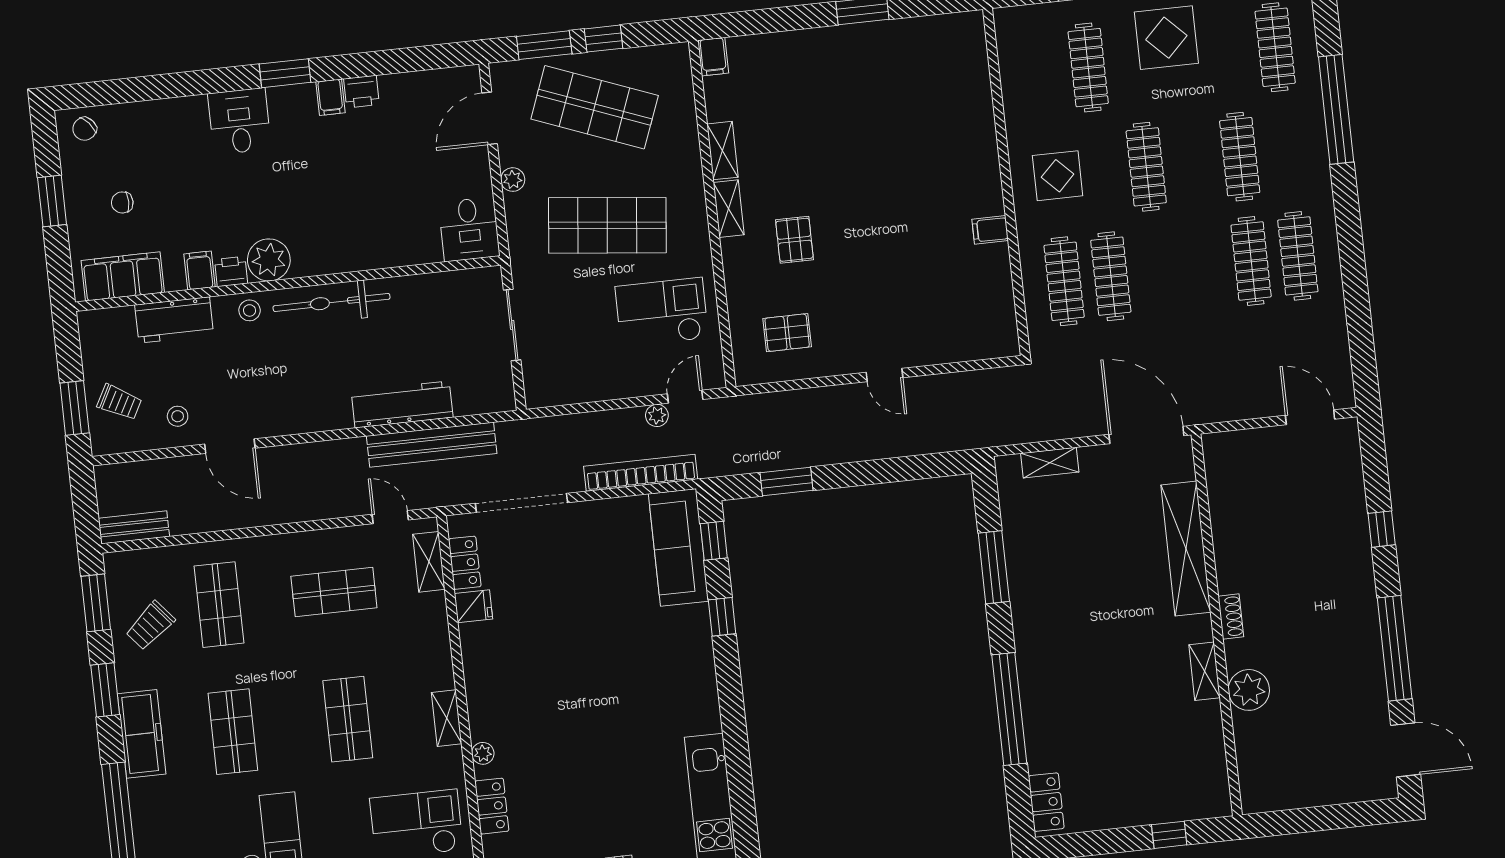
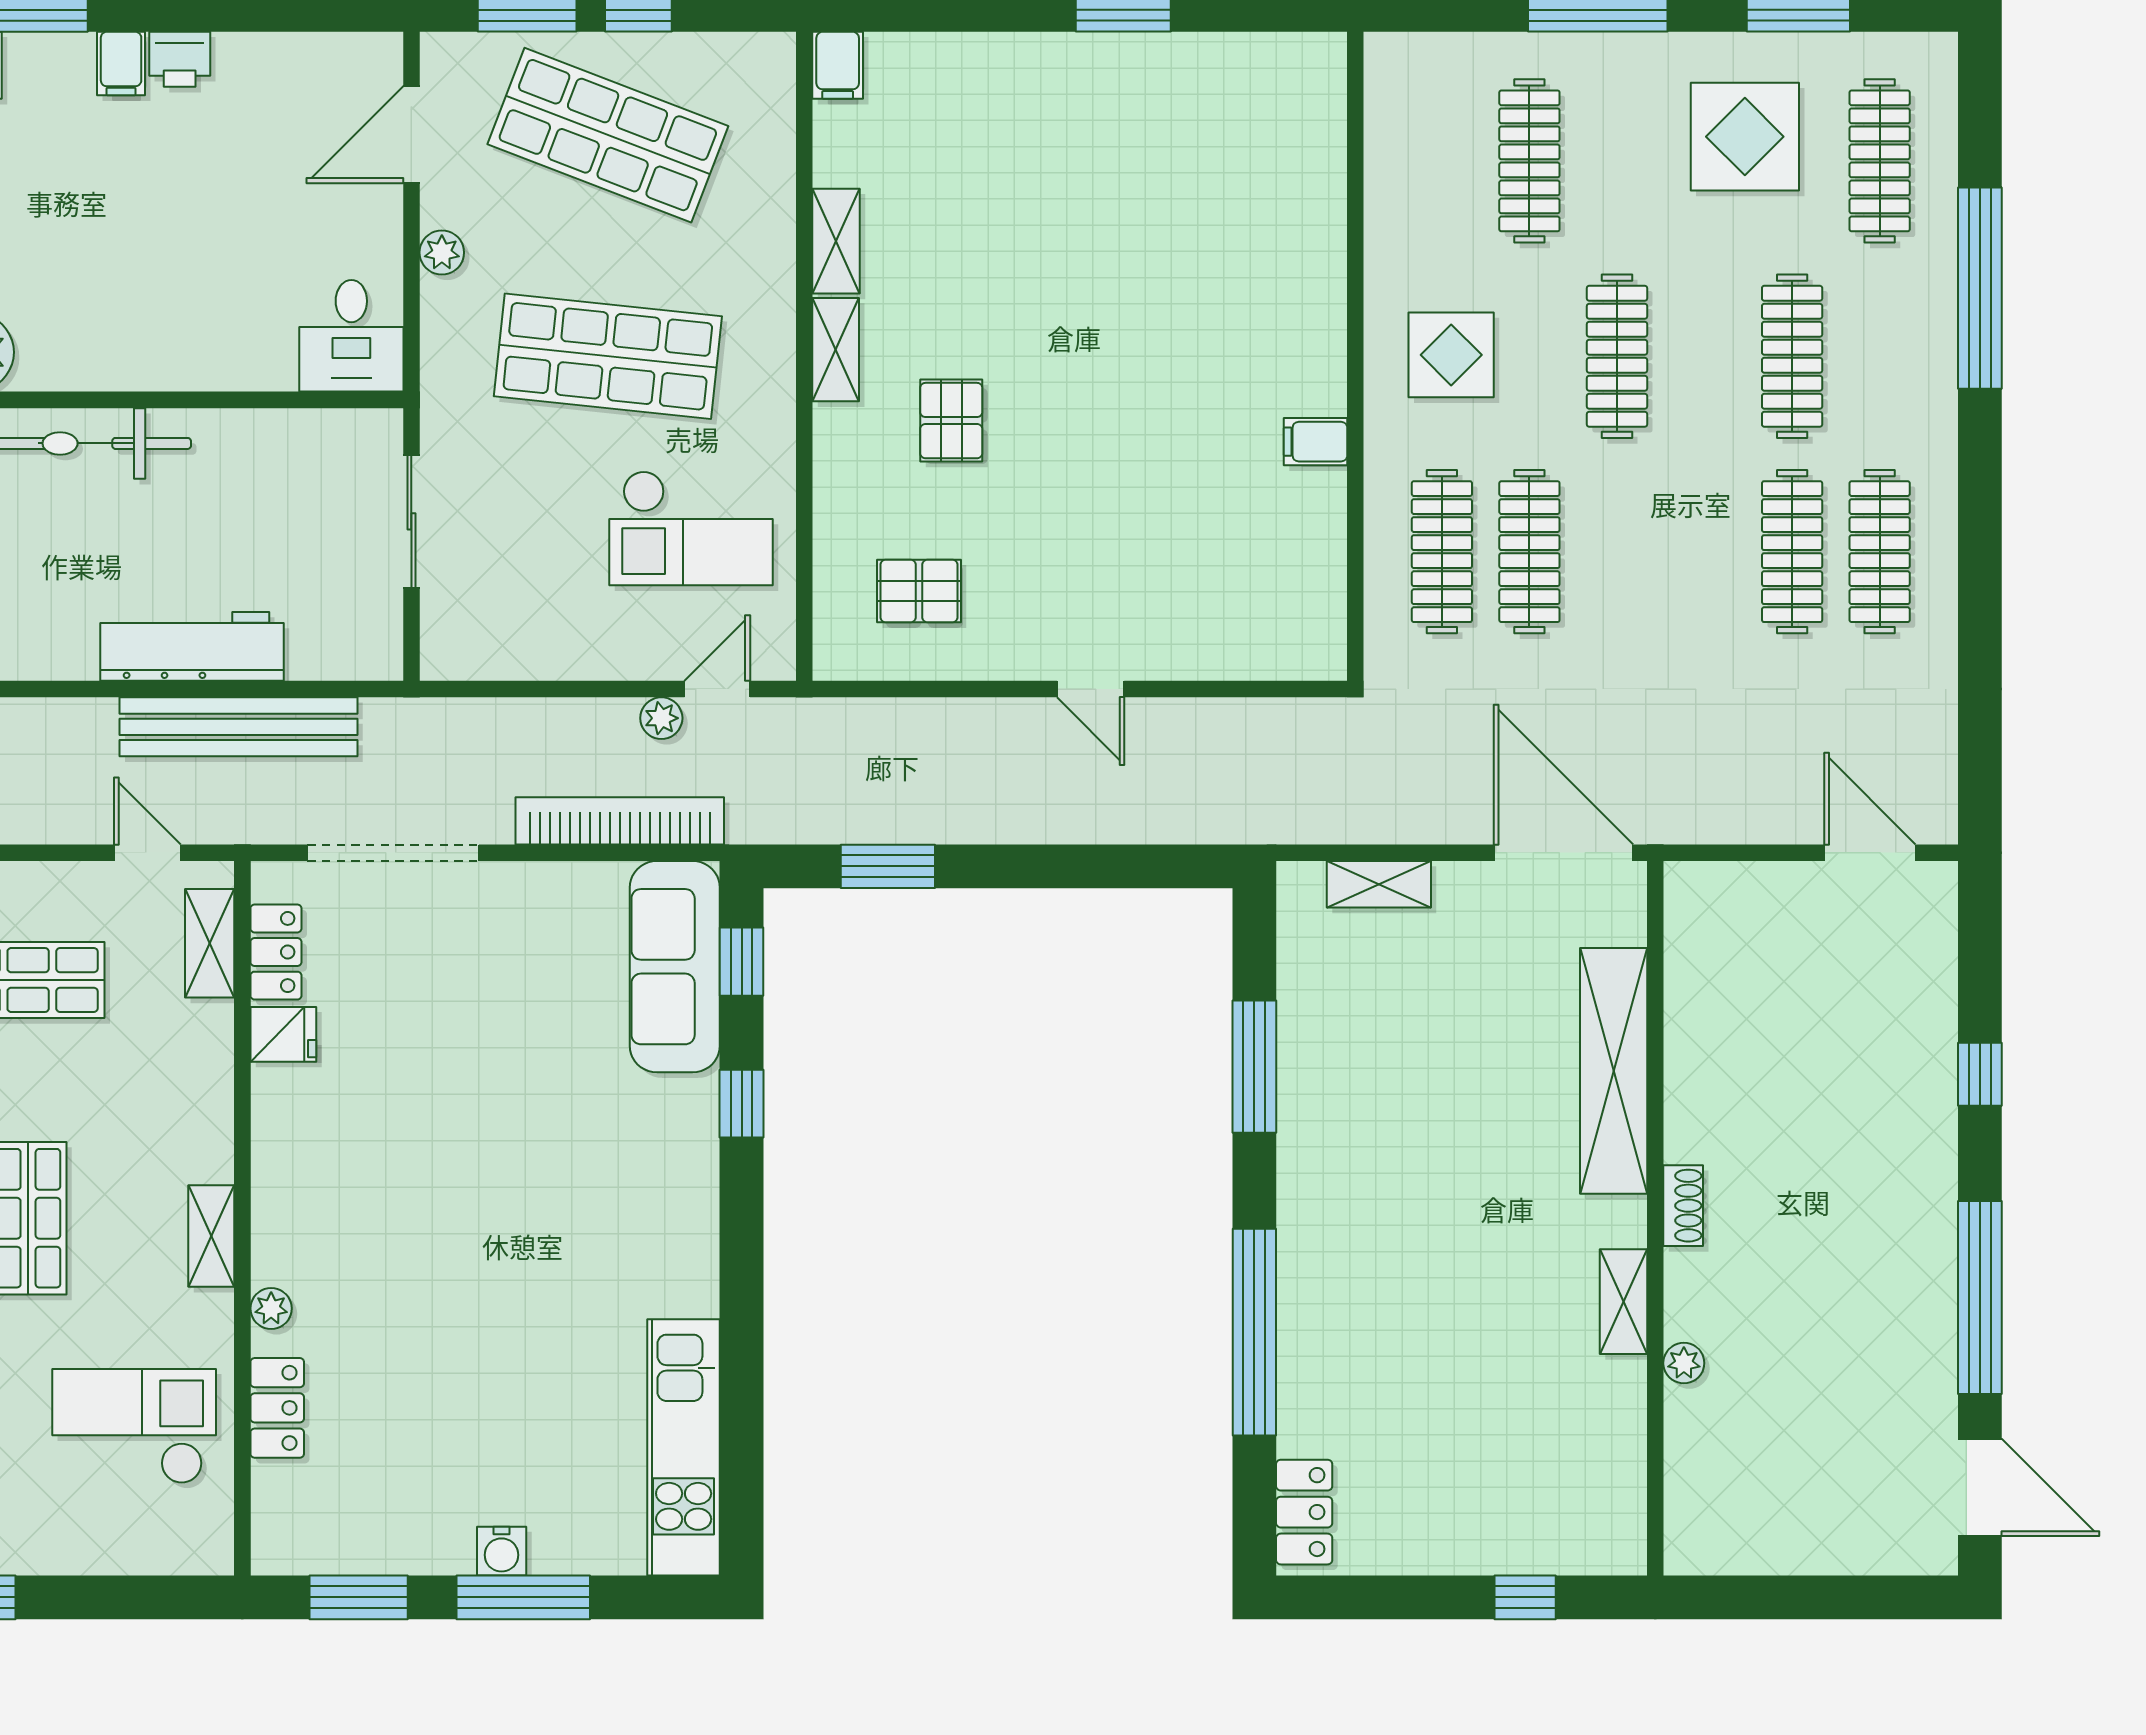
display table: (1166, 38) -> (1745, 137), moved
checkout: (662, 312) -> (691, 528), turned 180
plant: (1249, 690) -> (1684, 1363), width x0.53, depth x0.53

